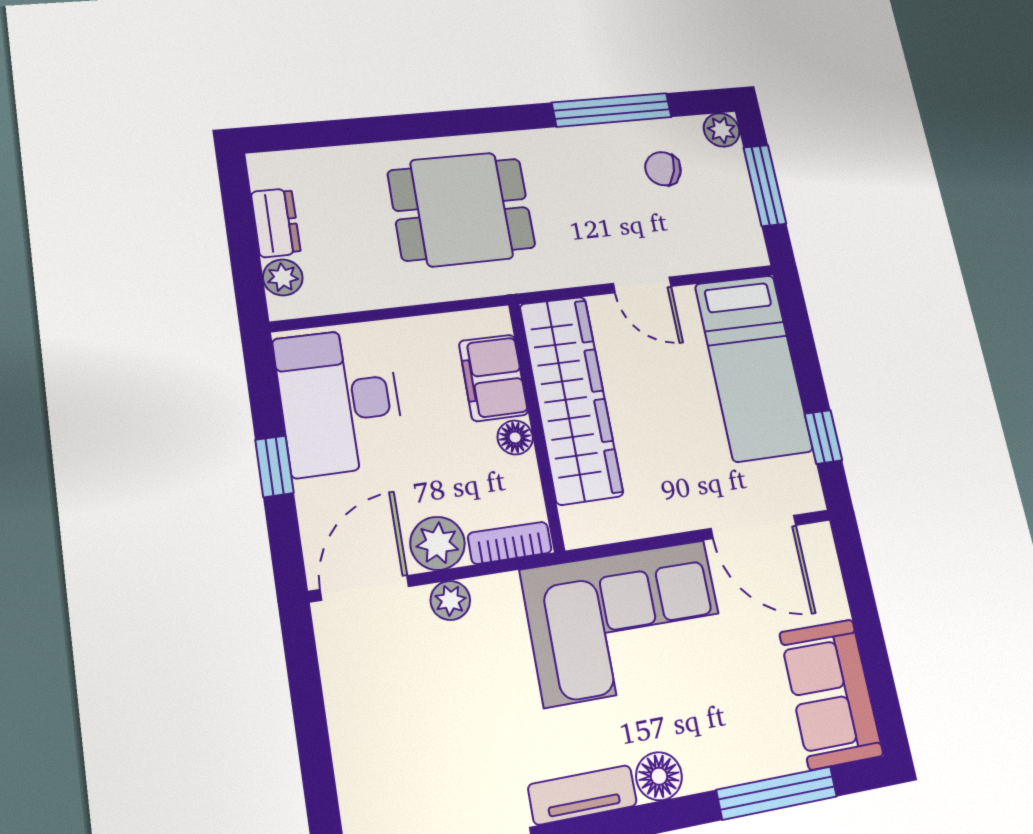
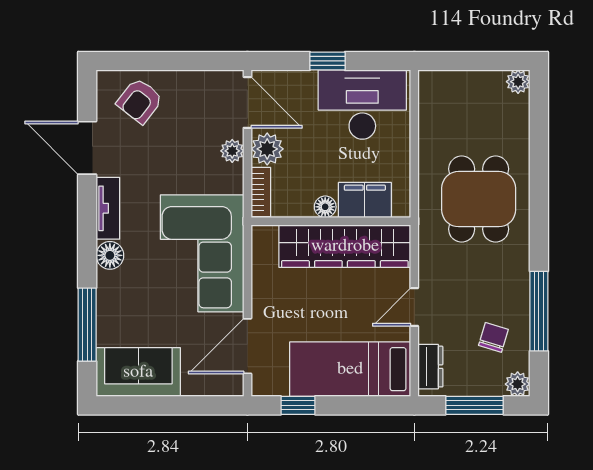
dresser: (276, 223) -> (430, 367), moved, turned -90
plant: (283, 277) -> (518, 82), moved
armchair: (390, 774) -> (140, 101), added

